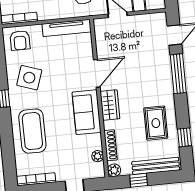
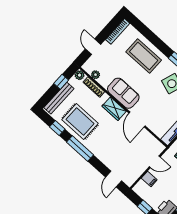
window: (178, 74) -> (80, 148), moved
rug: (156, 123) -> (80, 122), width x1.36, depth x1.43

